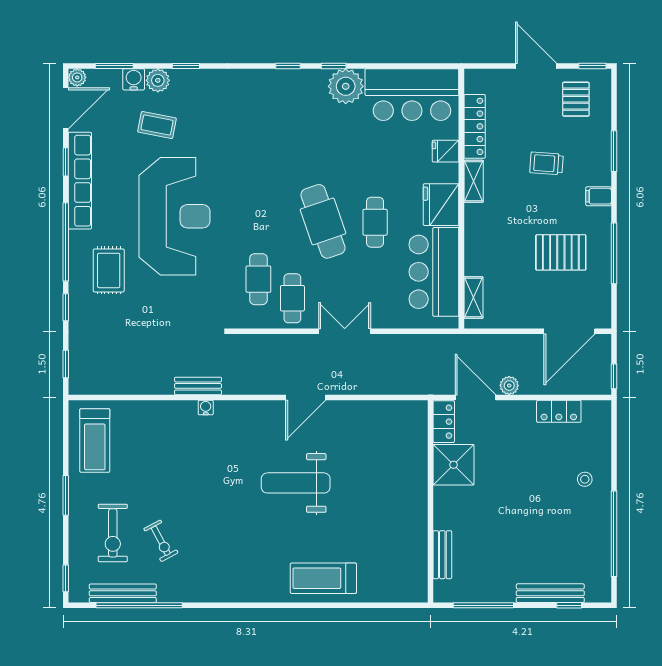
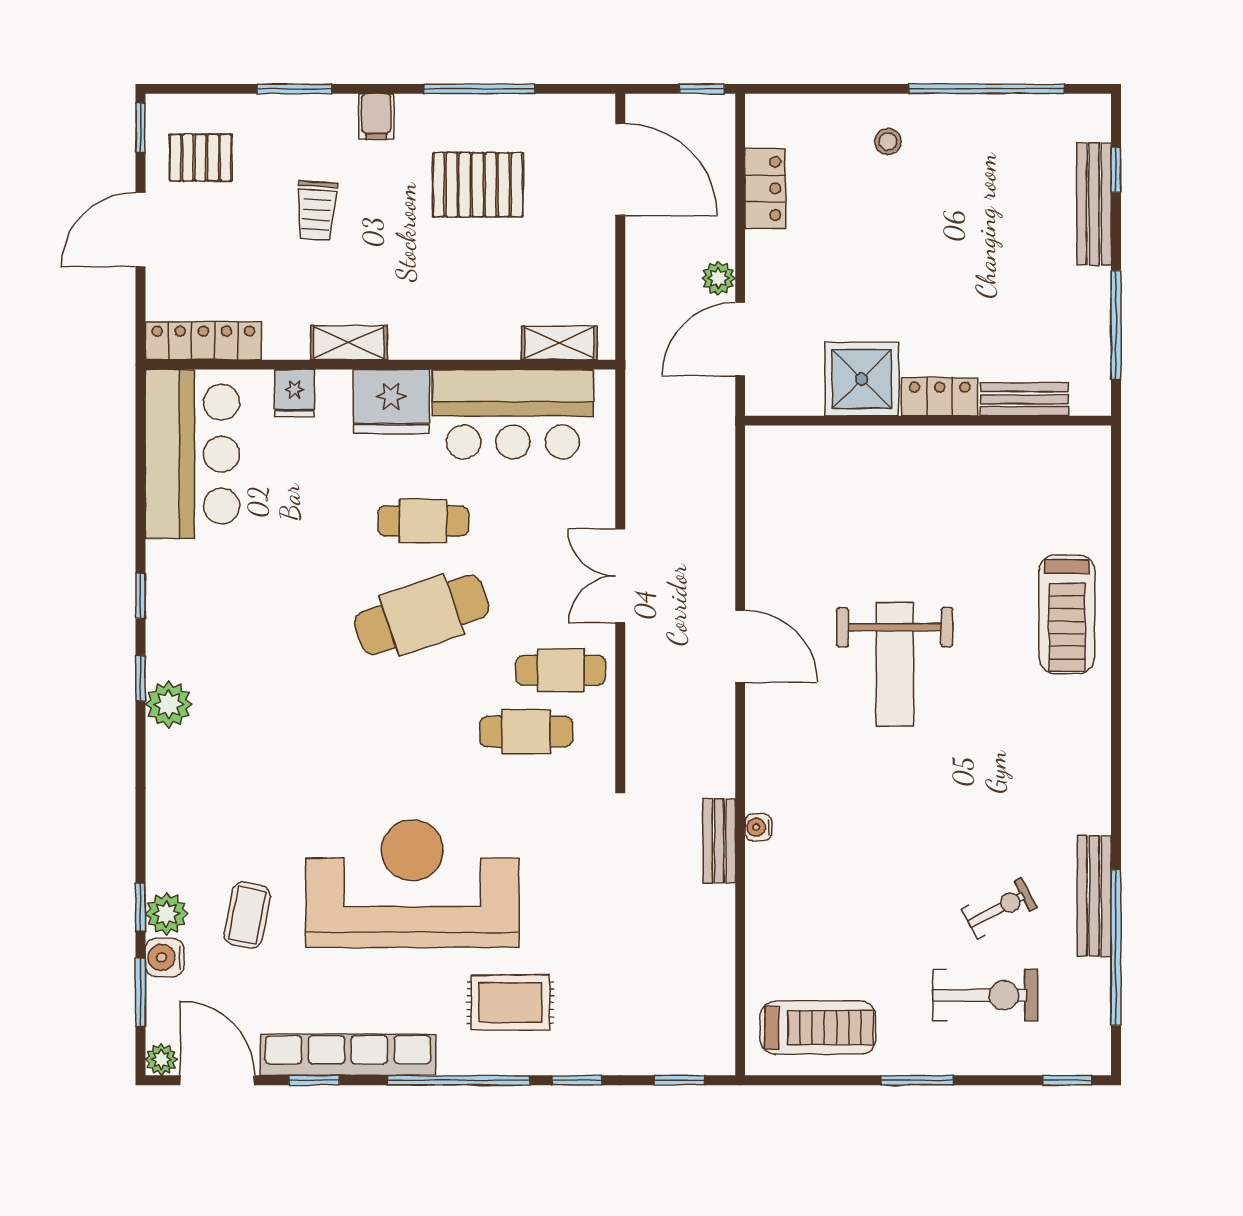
window: (186, 66) -> (140, 907), moved
plant: (346, 86) -> (169, 704), moved, width x0.73, depth x0.73
locker: (475, 126) -> (203, 341), moved
pallet: (561, 252) -> (478, 185), turned 90
locker: (444, 422) -> (940, 397), moved
bench: (123, 593) -> (1094, 896), moved

